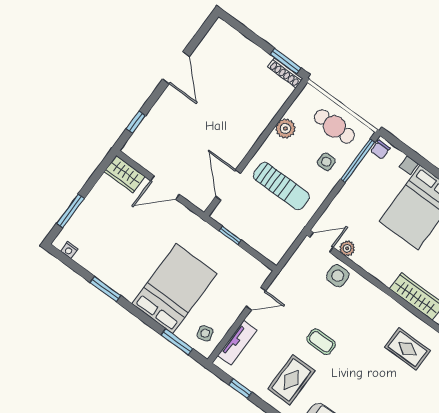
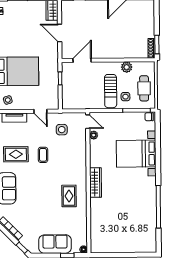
sun lounger: (281, 186) -> (111, 91), moved
side table: (338, 276) -> (62, 130), moved

